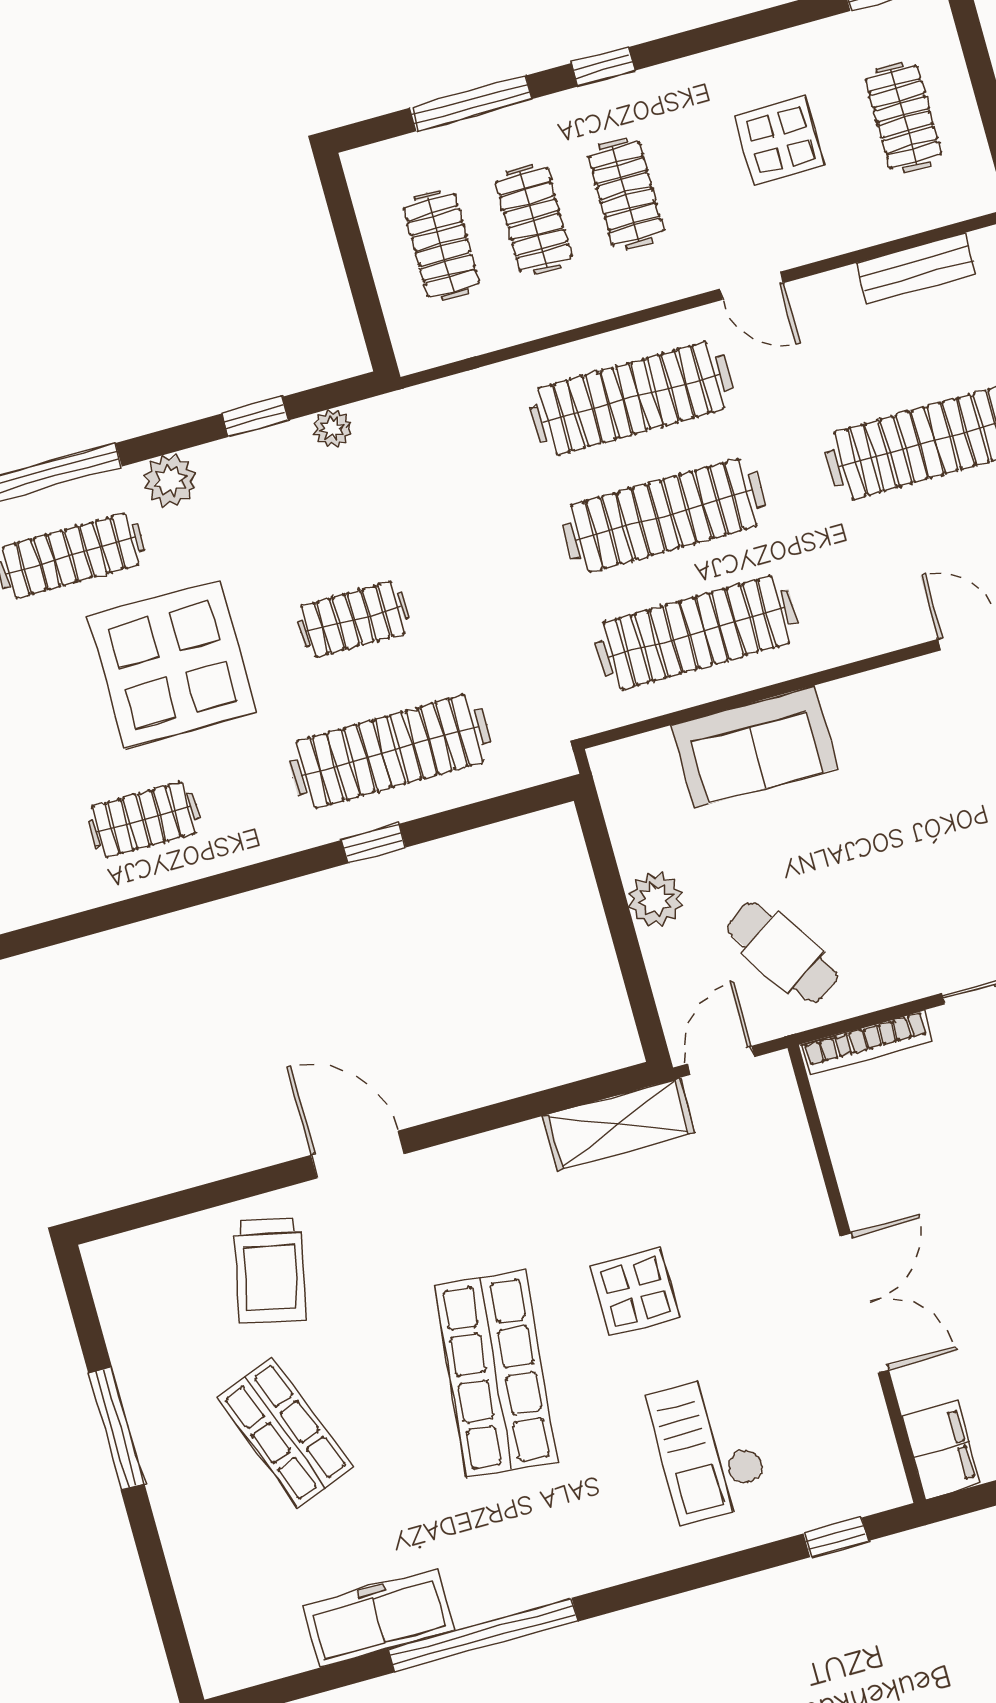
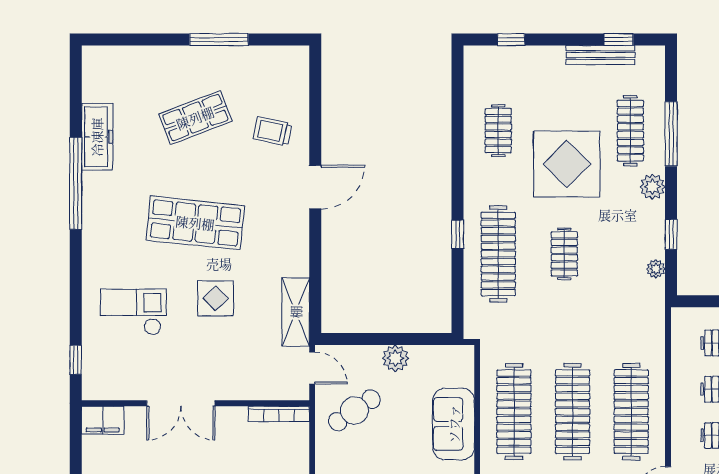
bookcase: (866, 1043) -> (279, 414), moved, turned -90
trolley: (270, 1271) -> (272, 131), width x0.73, depth x0.72

